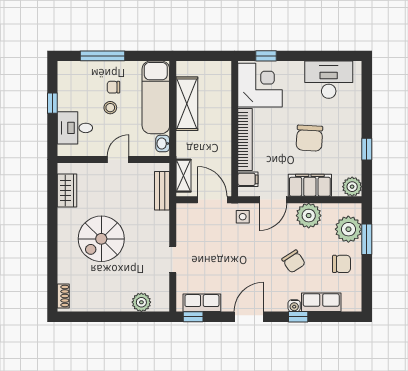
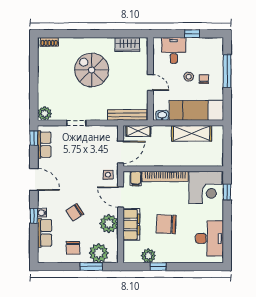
plant: (352, 187) -> (148, 256), moved
bench: (162, 191) -> (127, 115), width x1.36
plant: (141, 302) -> (45, 113), moved

